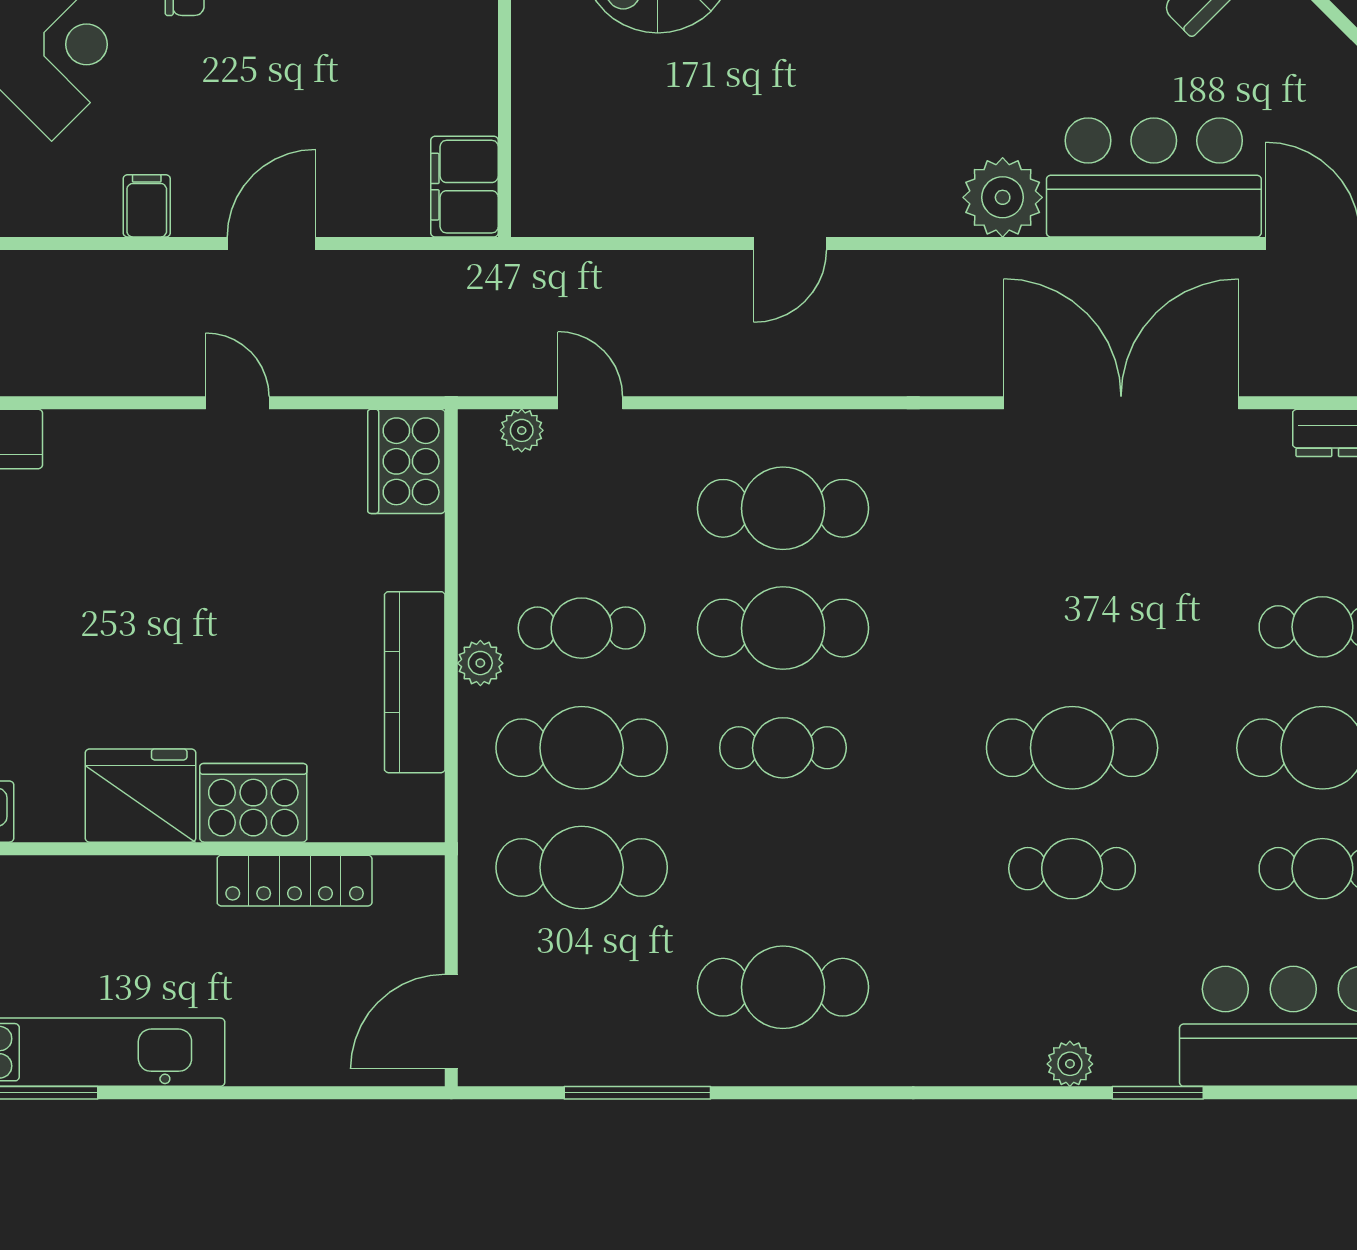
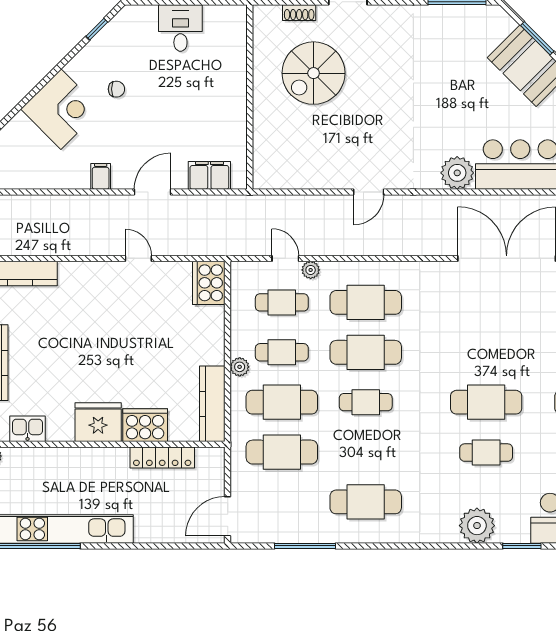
filing cabinet: (464, 187) -> (209, 175), moved, turned 90
plant: (522, 430) -> (311, 270), moved
cafe table: (582, 508) -> (282, 302), added
kitchen counter: (415, 682) -> (212, 404), moved
plant: (1070, 1064) -> (477, 526), width x1.87, depth x1.87

